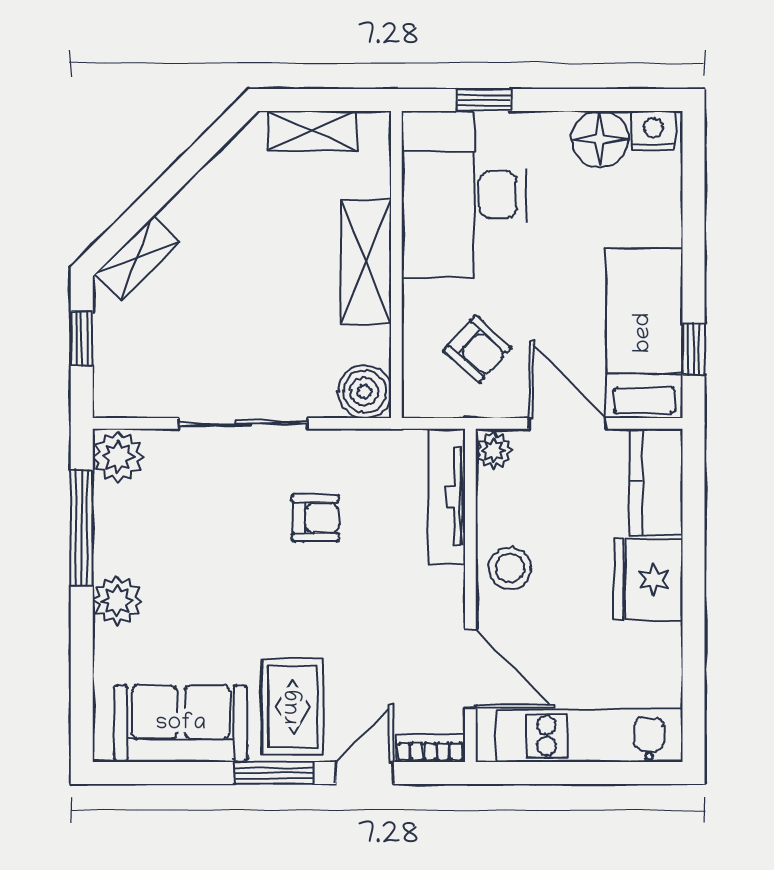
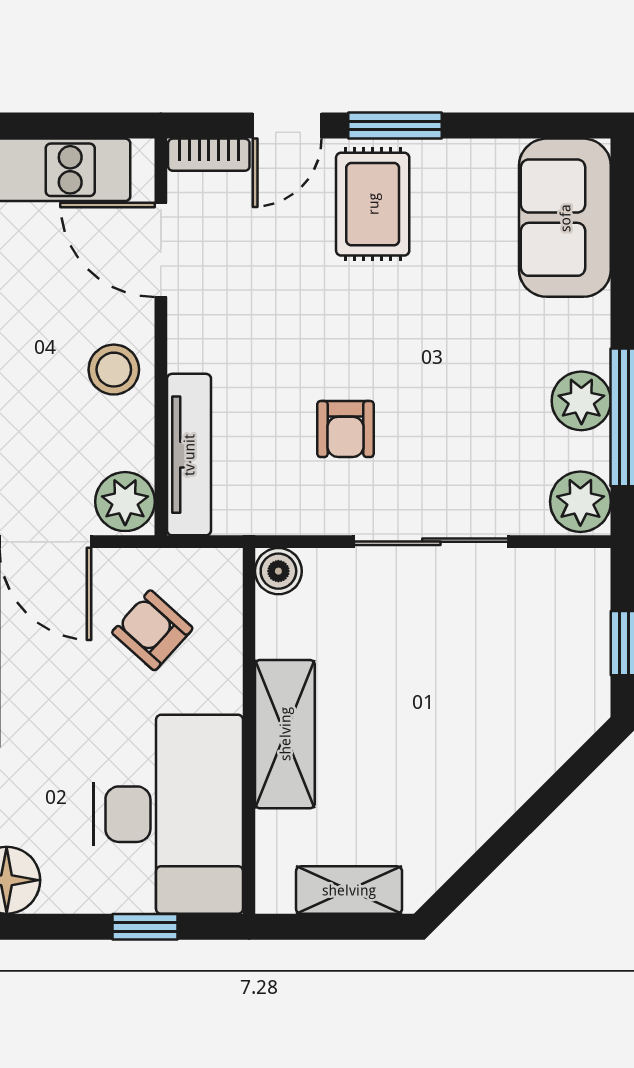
shelving: (137, 258) -> (558, 739), removed
boiler: (365, 392) -> (278, 571), width x0.73, depth x0.73
plant: (494, 450) -> (125, 502), width x1.38, depth x1.38
armchair: (315, 518) -> (345, 429), turned -90
plant: (117, 601) -> (581, 401), moved
sofa: (181, 724) -> (565, 218), moved, turned 90

